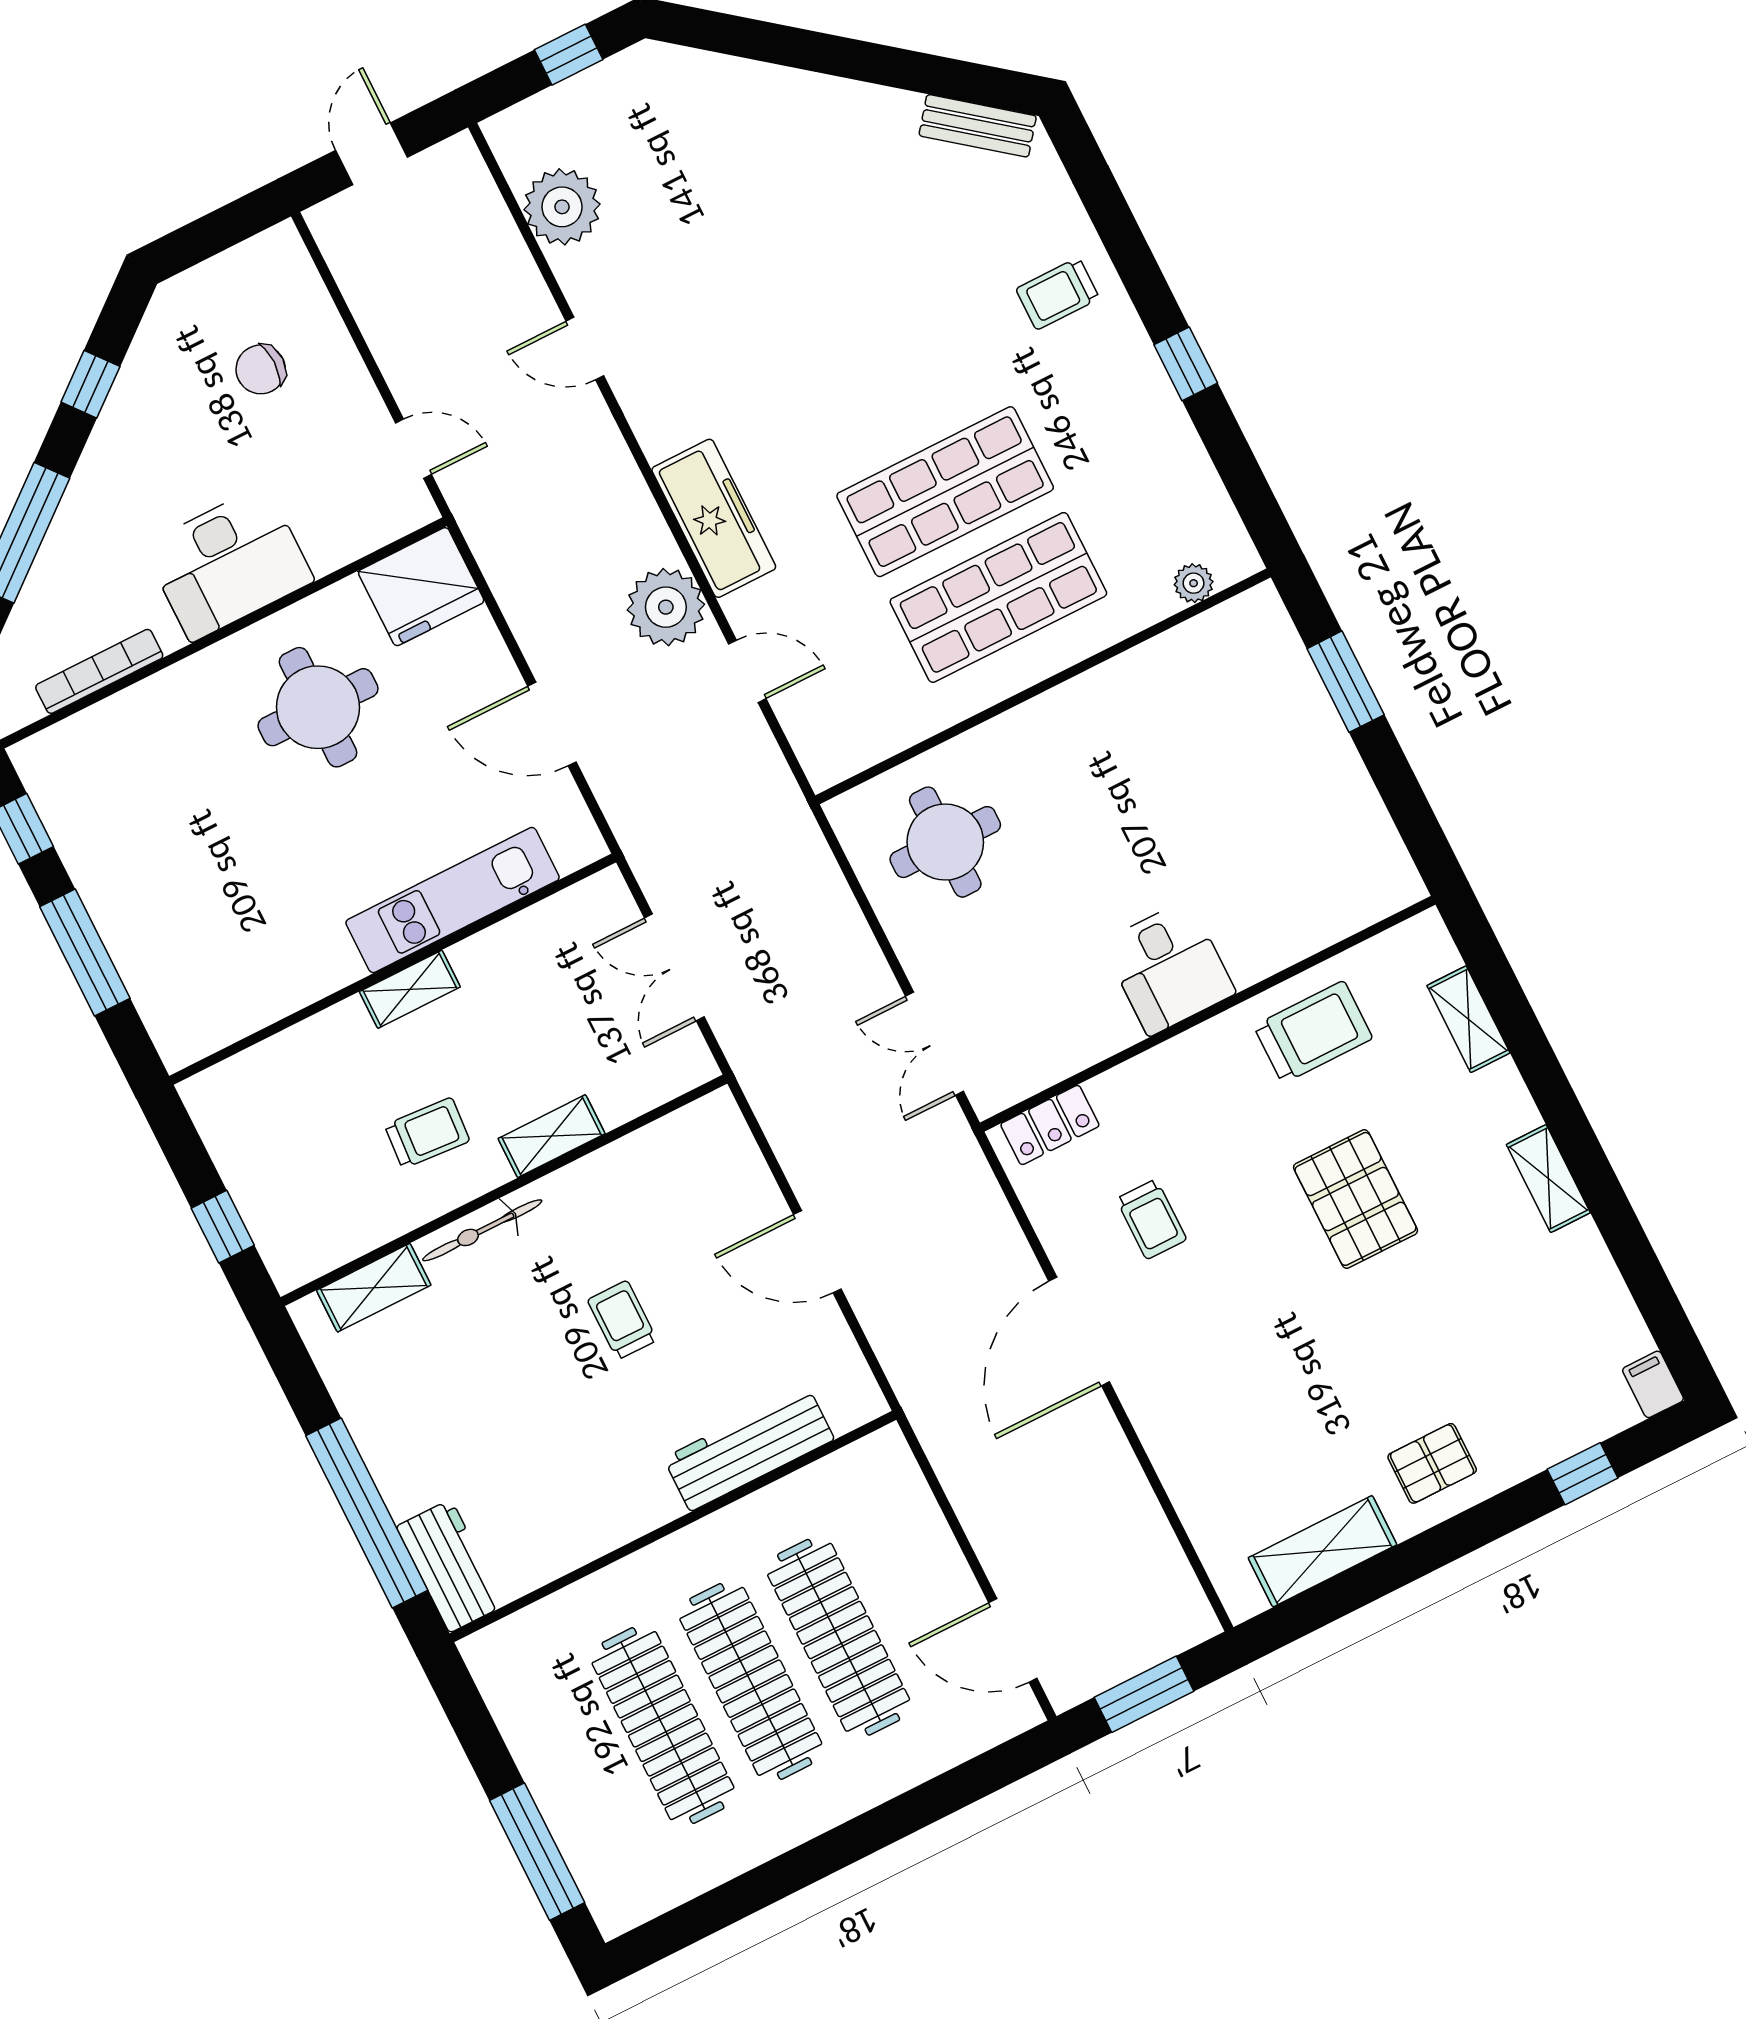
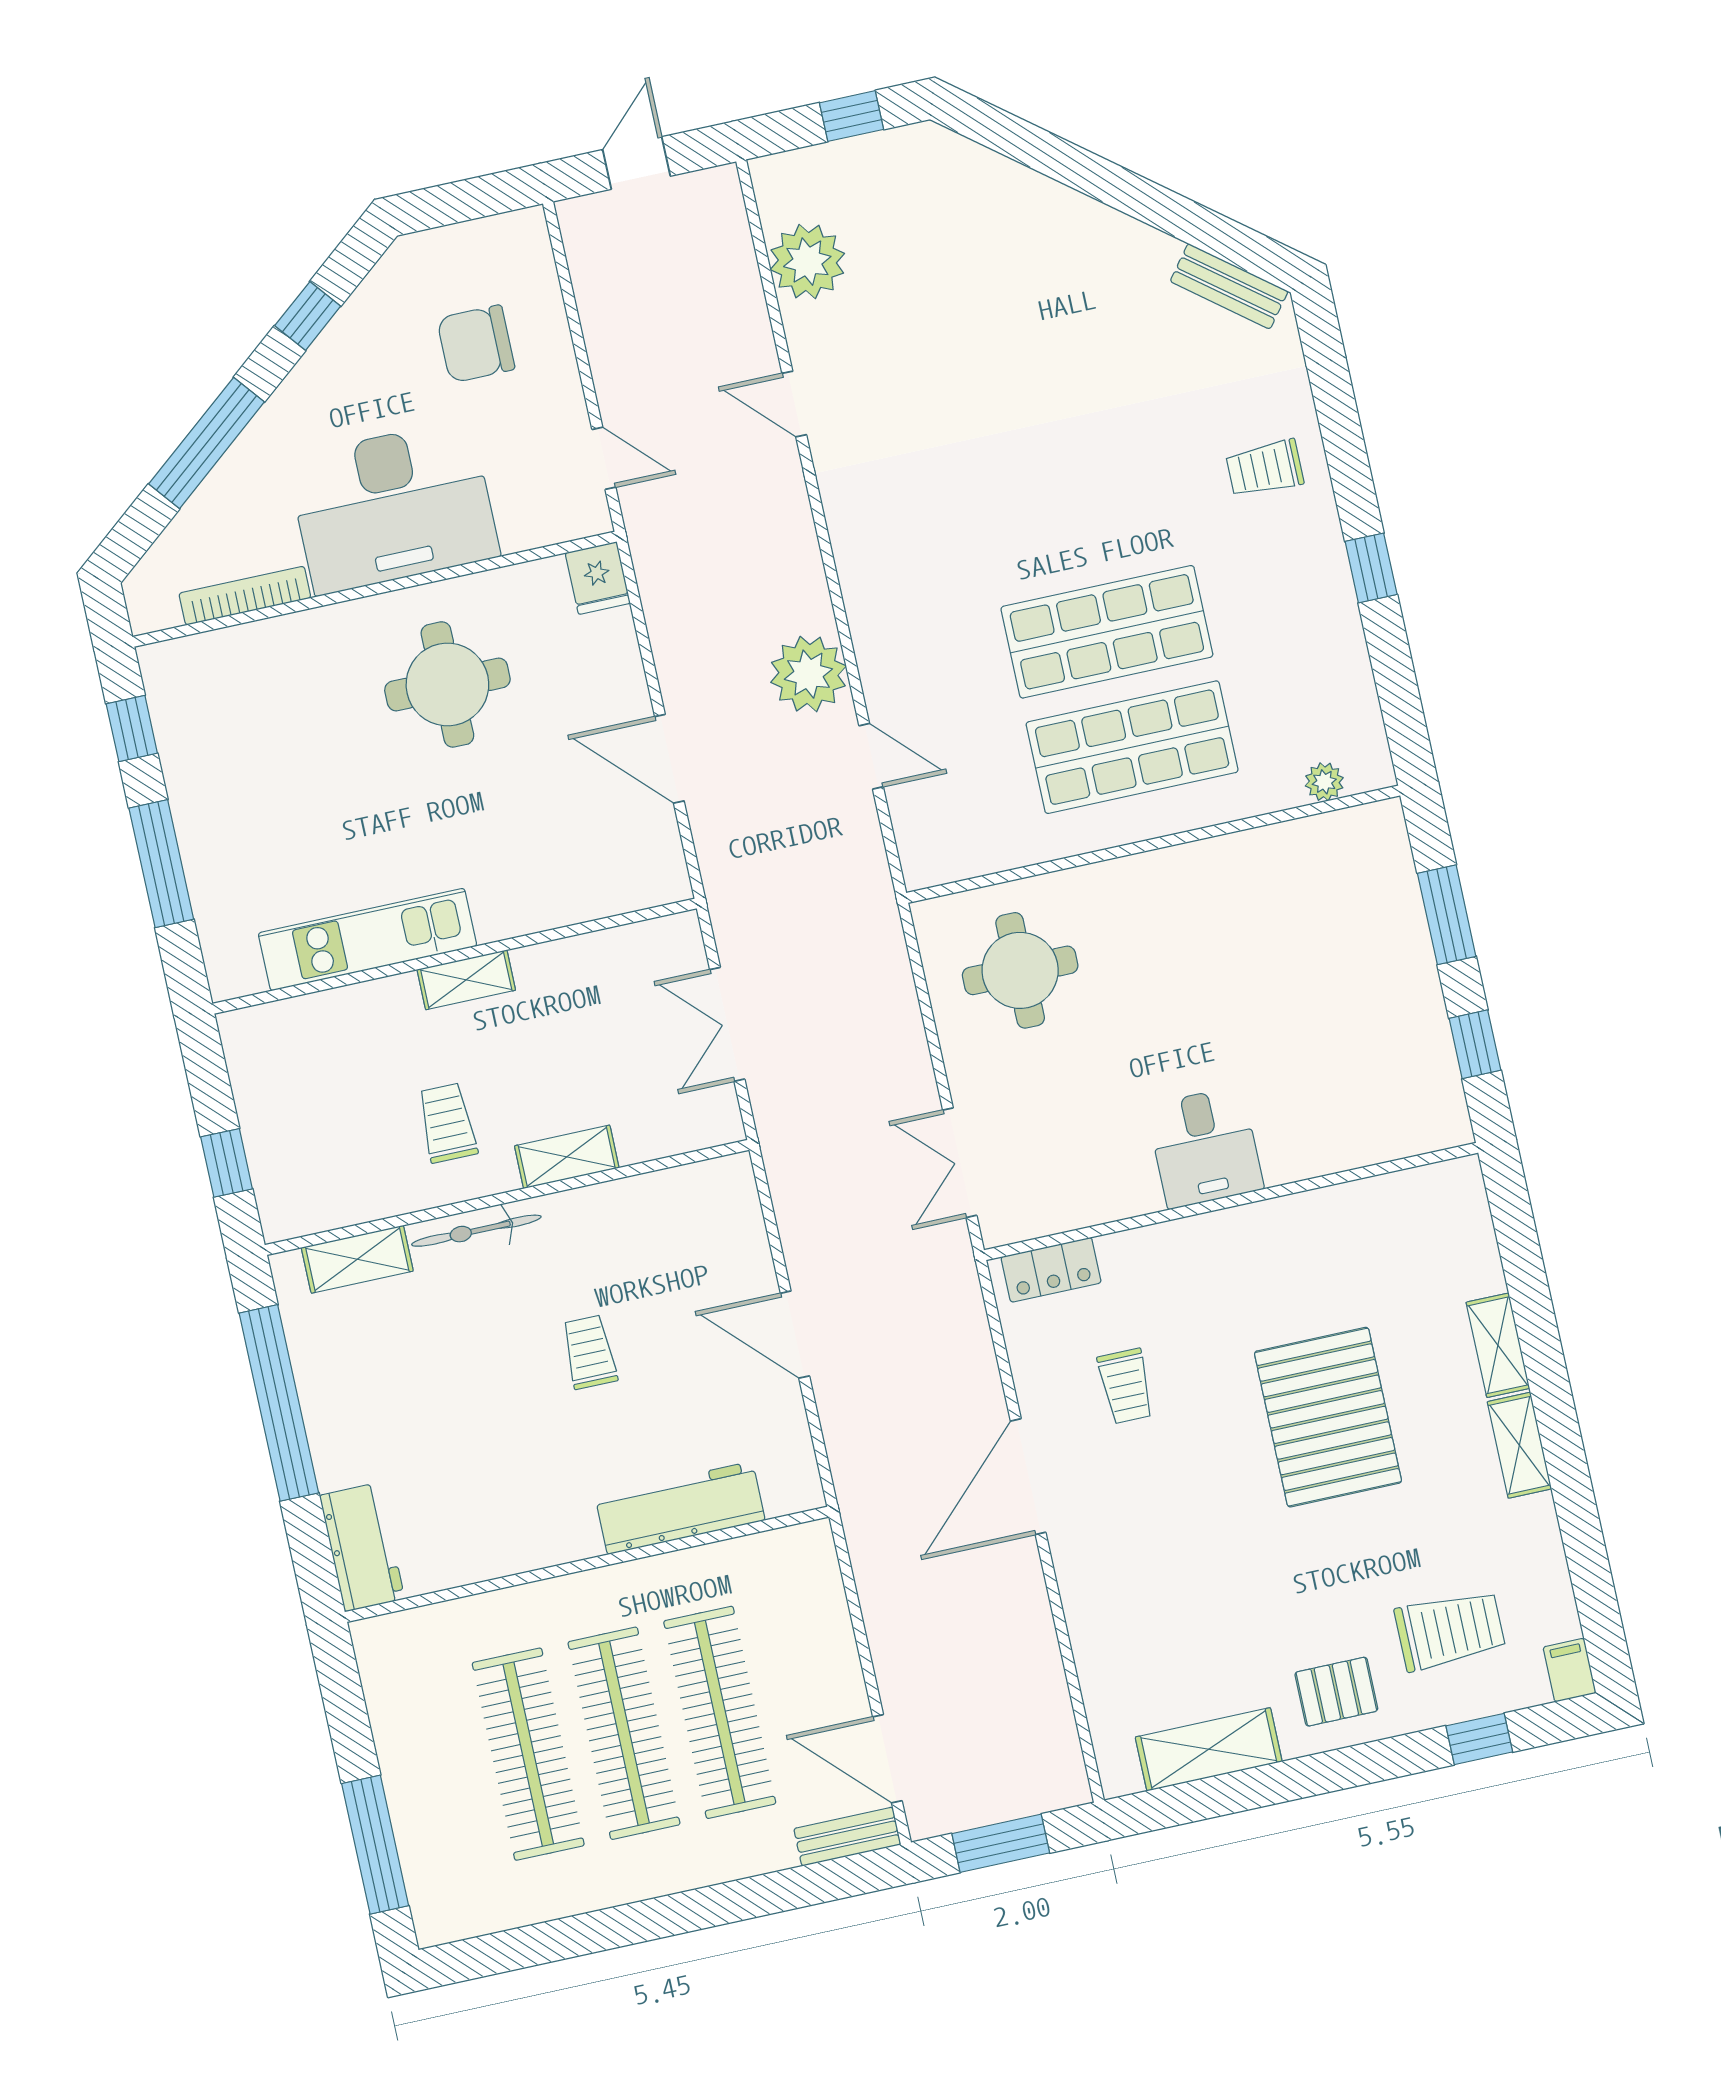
chair: (261, 369) -> (476, 344), width x1.37, depth x1.37
freezer: (714, 518) -> (877, 600), removed
desk: (228, 563) -> (393, 507), width x1.36, depth x1.30
fridge: (421, 587) -> (598, 578), width x0.53, depth x0.75
window: (1405, 800) -> (1475, 1044), added
kitchen unit: (453, 900) -> (368, 940), moved
shelving: (1468, 1019) -> (1498, 1345), moved
trolley: (1313, 1032) -> (1450, 1630), moved
trolley: (427, 1133) -> (447, 1123), turned -94
pallet: (1355, 1199) -> (1328, 1417), width x1.37, depth x1.41
window: (367, 1513) -> (279, 1403), moved
bench: (993, 1726) -> (847, 1837), added

